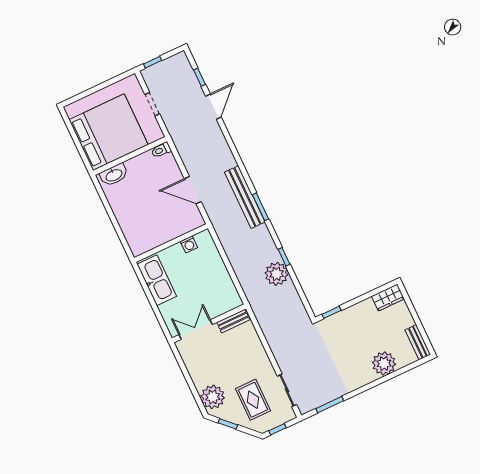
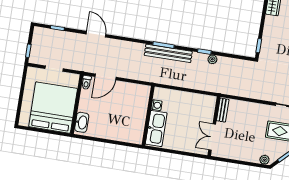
door: (213, 107) -> (96, 34), moved
door: (193, 190) -> (106, 77), moved
bench: (245, 197) -> (168, 53), moved
plant: (277, 274) -> (212, 59), width x0.53, depth x0.53
kitchen sink: (157, 280) -> (156, 129), moved, turned 90
plant: (213, 397) -> (264, 160), width x0.53, depth x0.53

